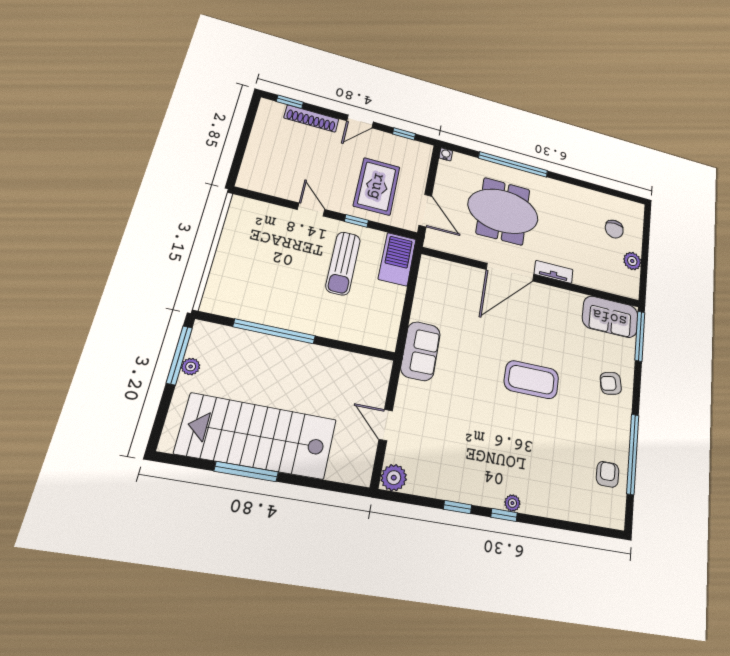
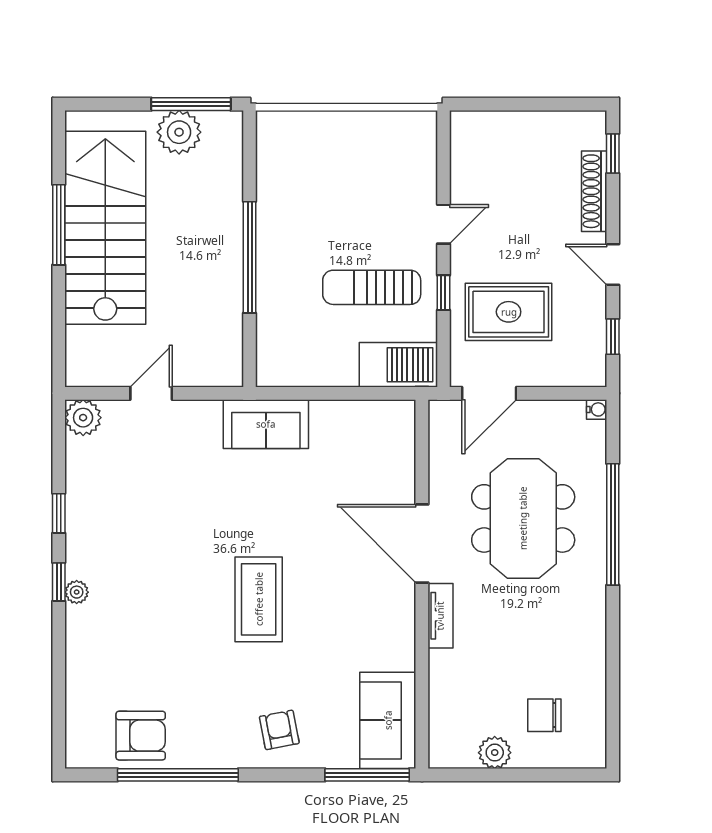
window: (274, 331) -> (250, 257), moved
plant: (191, 366) -> (179, 132), width x1.88, depth x1.88
armchair: (608, 474) -> (141, 736), width x1.38, depth x1.38

